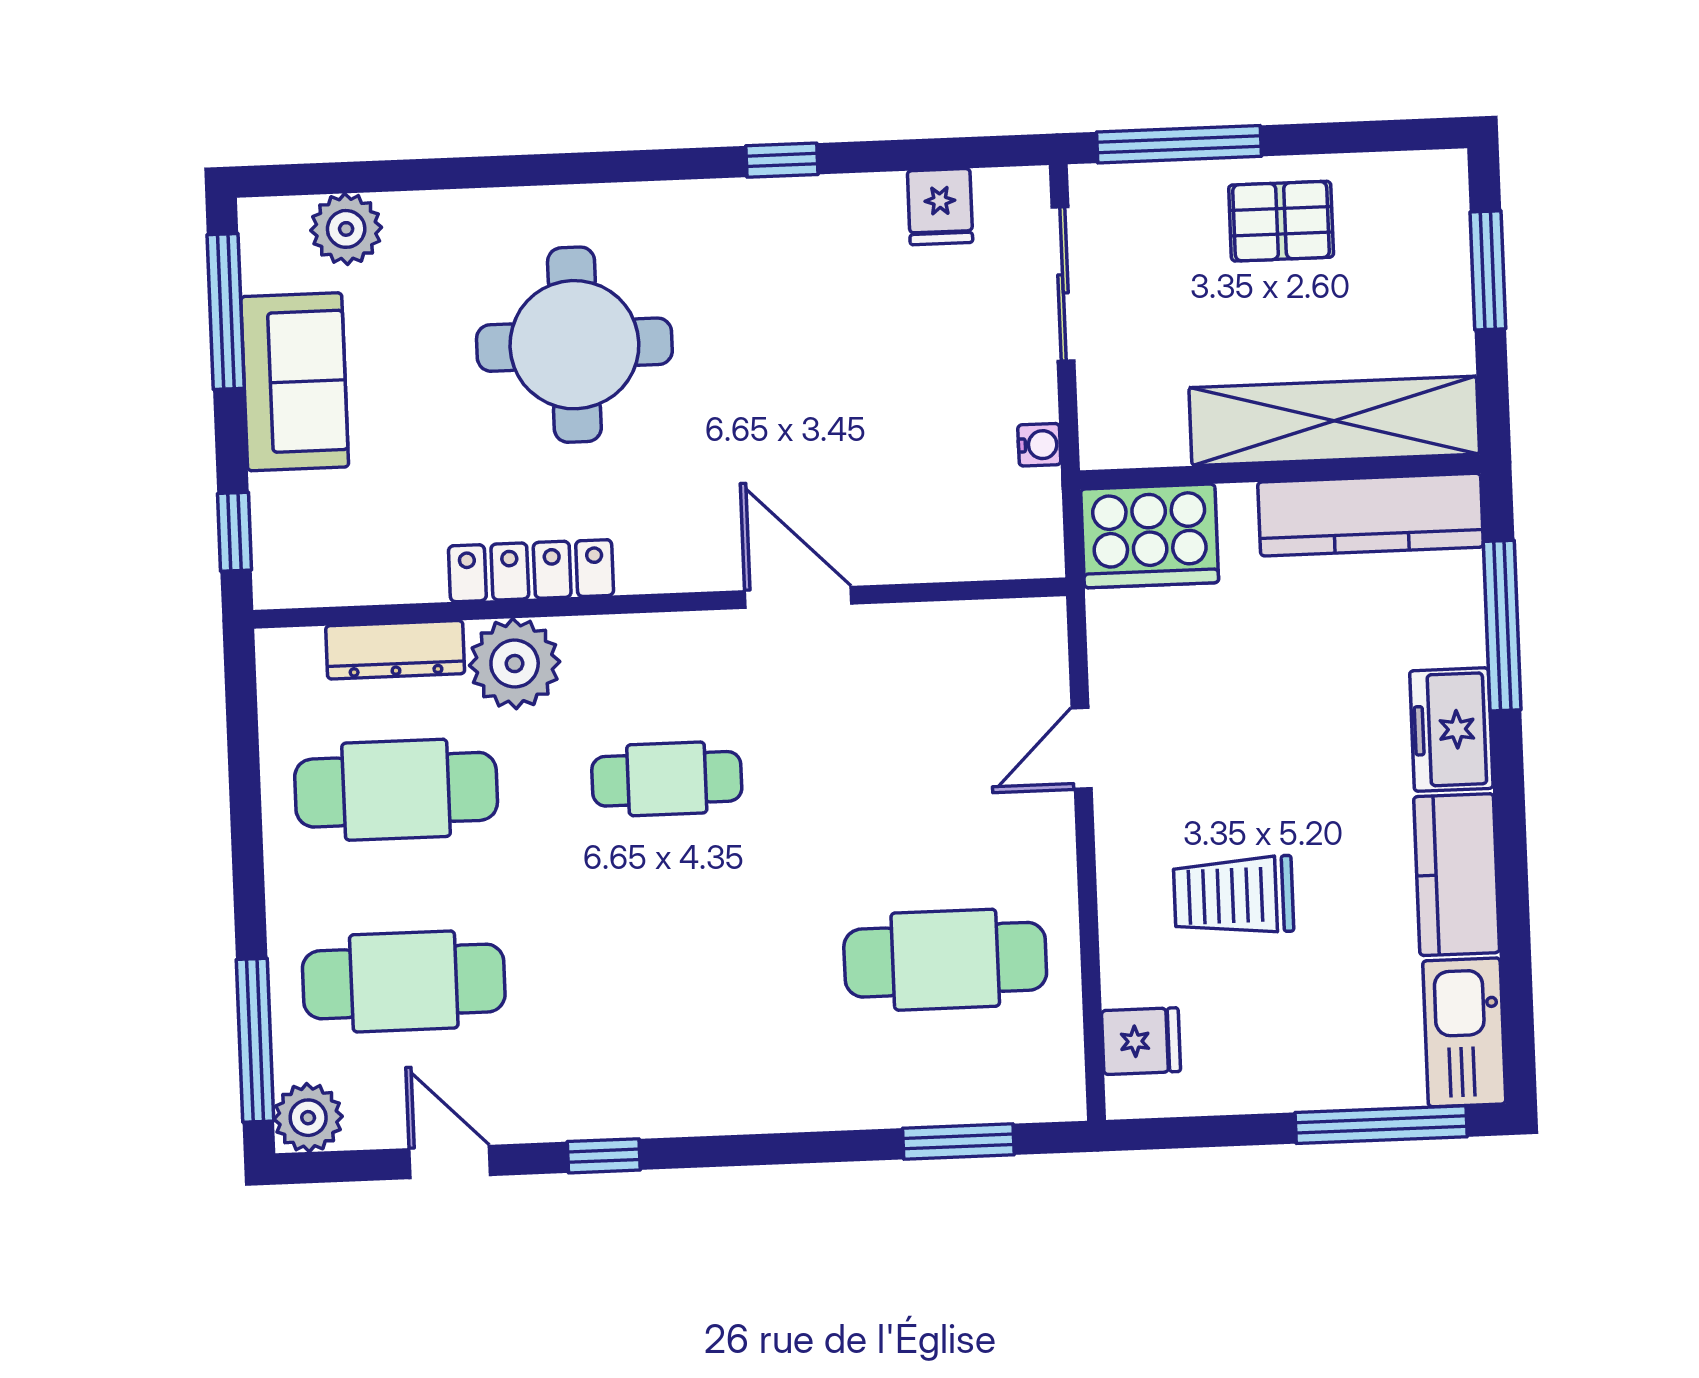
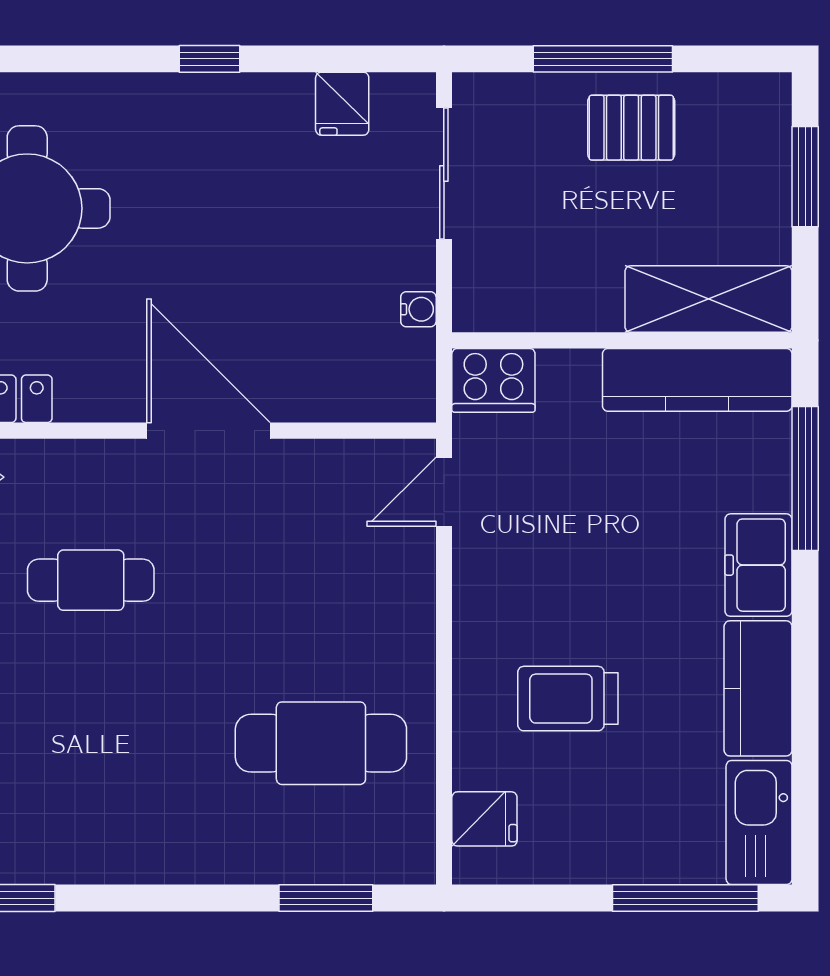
window: (1179, 144) -> (603, 59), moved
shelving: (1334, 421) -> (709, 299), width x0.68
cooker: (1150, 536) -> (493, 380), width x0.73, depth x0.76
door: (798, 597) -> (208, 431), width x1.36
door: (1082, 748) -> (444, 492), moved

